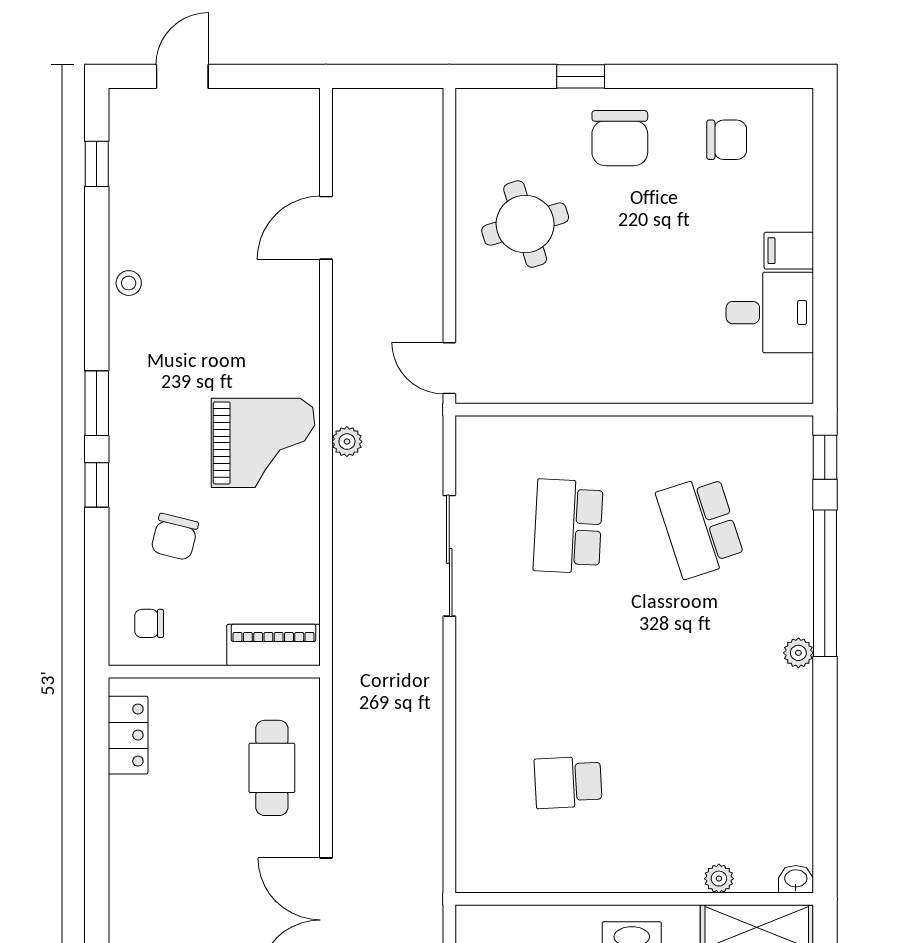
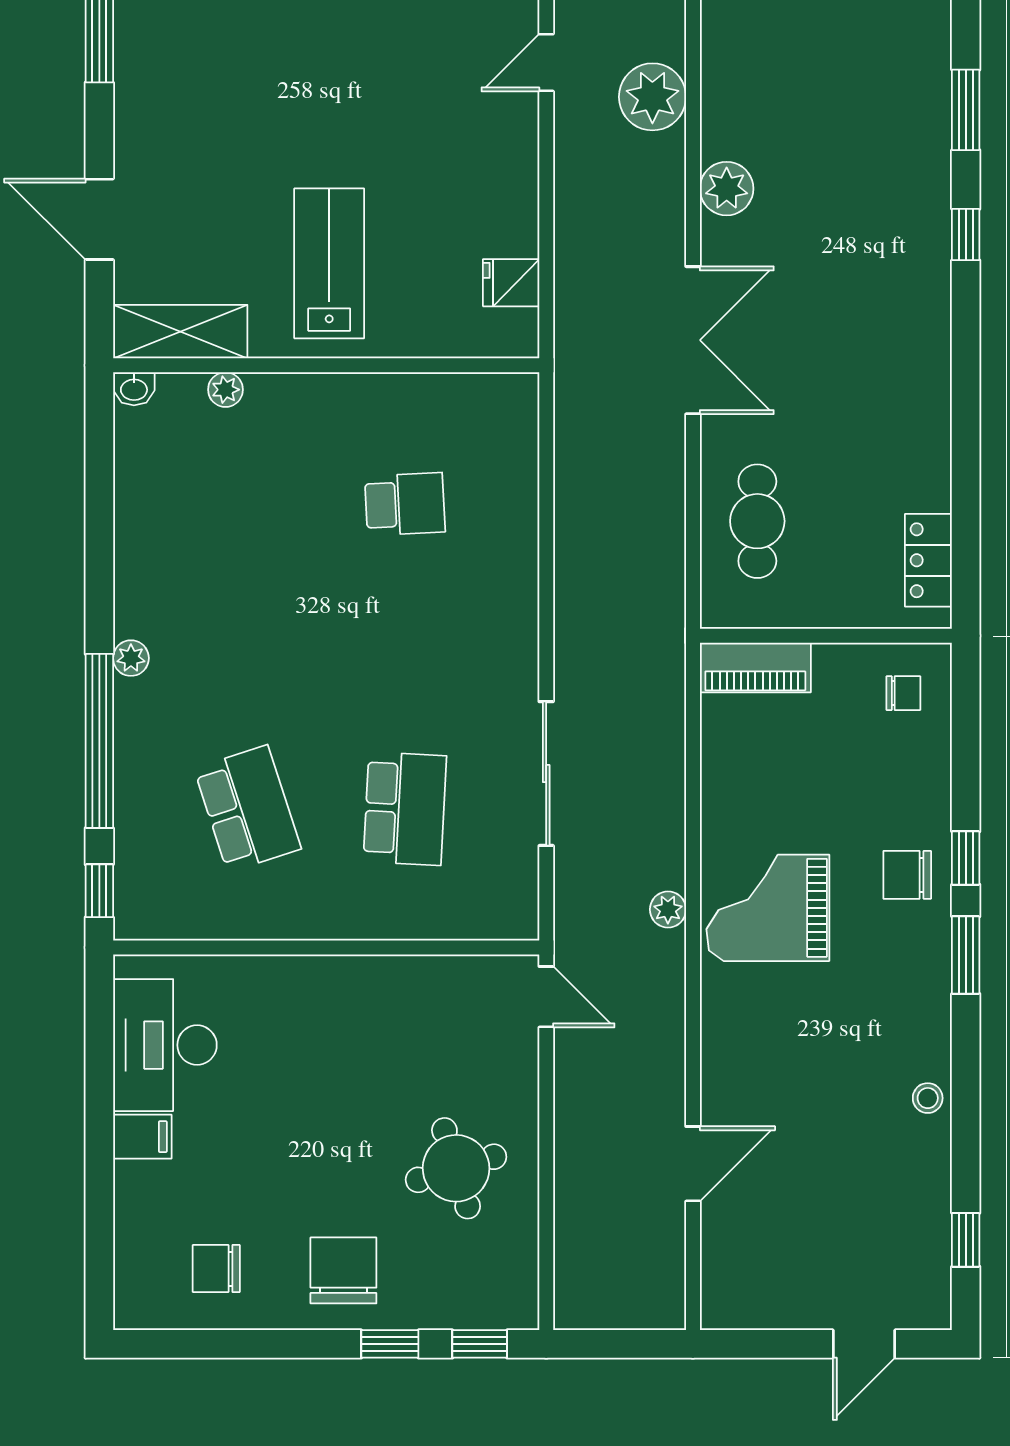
window: (505, 76) -> (480, 1344), added
desk: (770, 313) -> (165, 1045), width x1.37
chair: (175, 537) -> (907, 875), moved, turned -104

